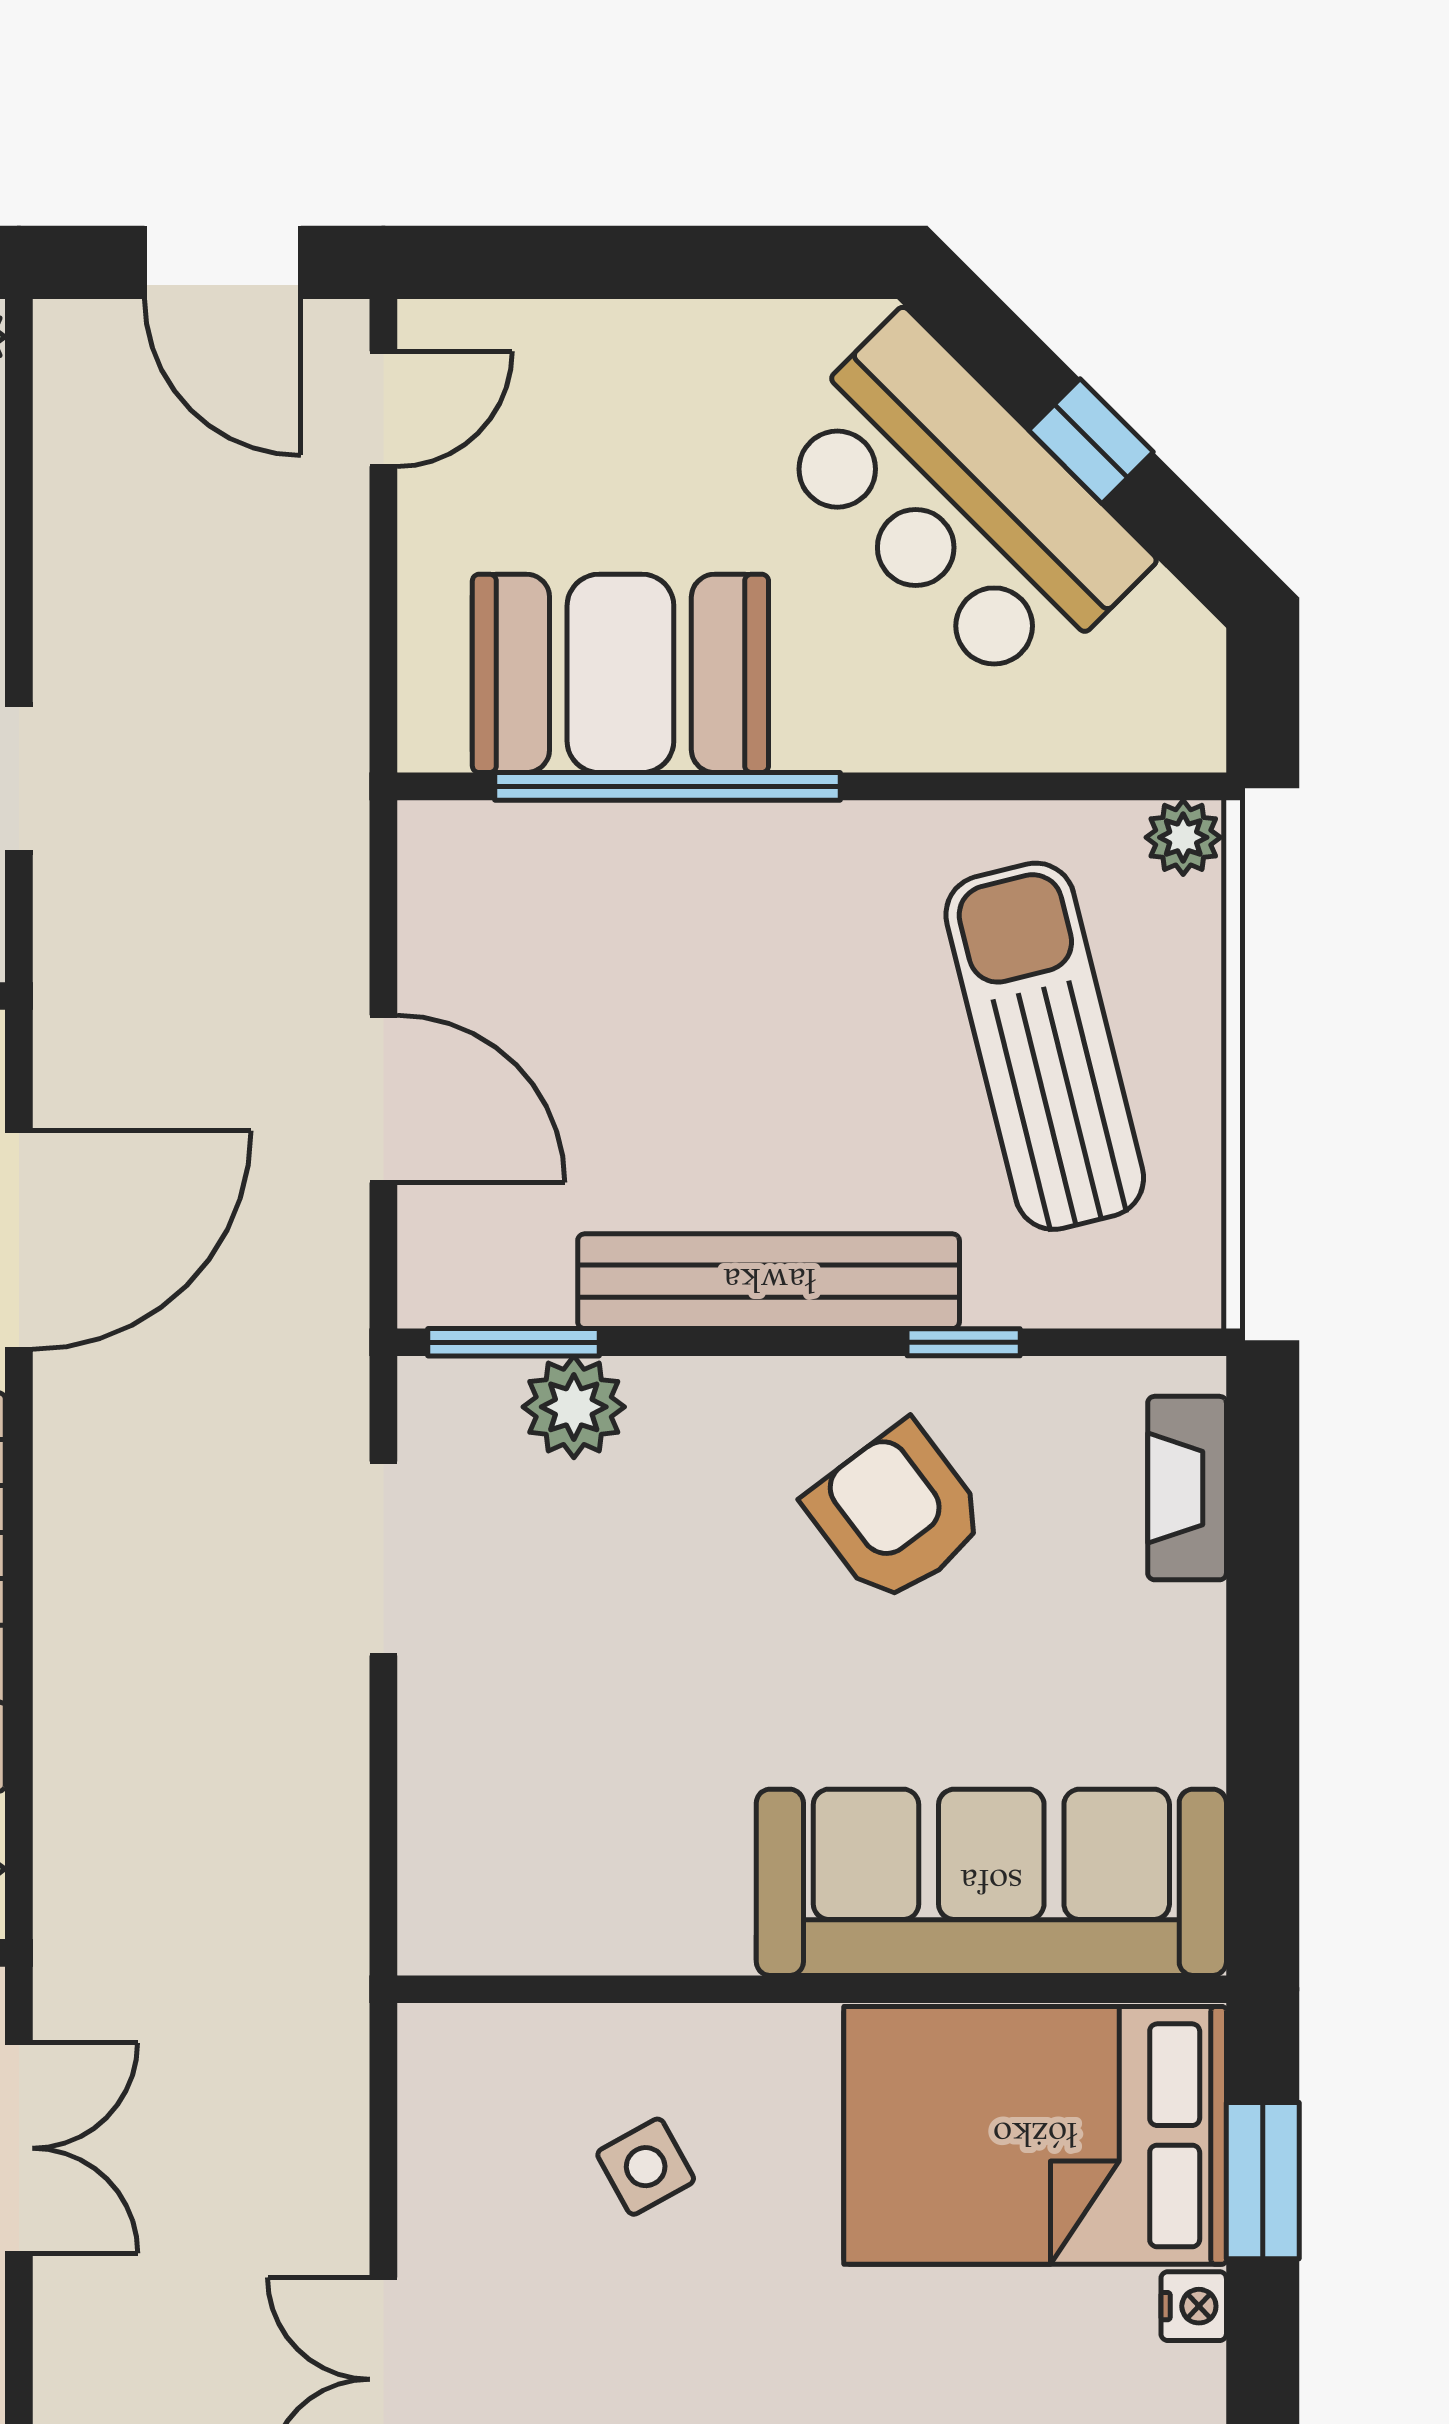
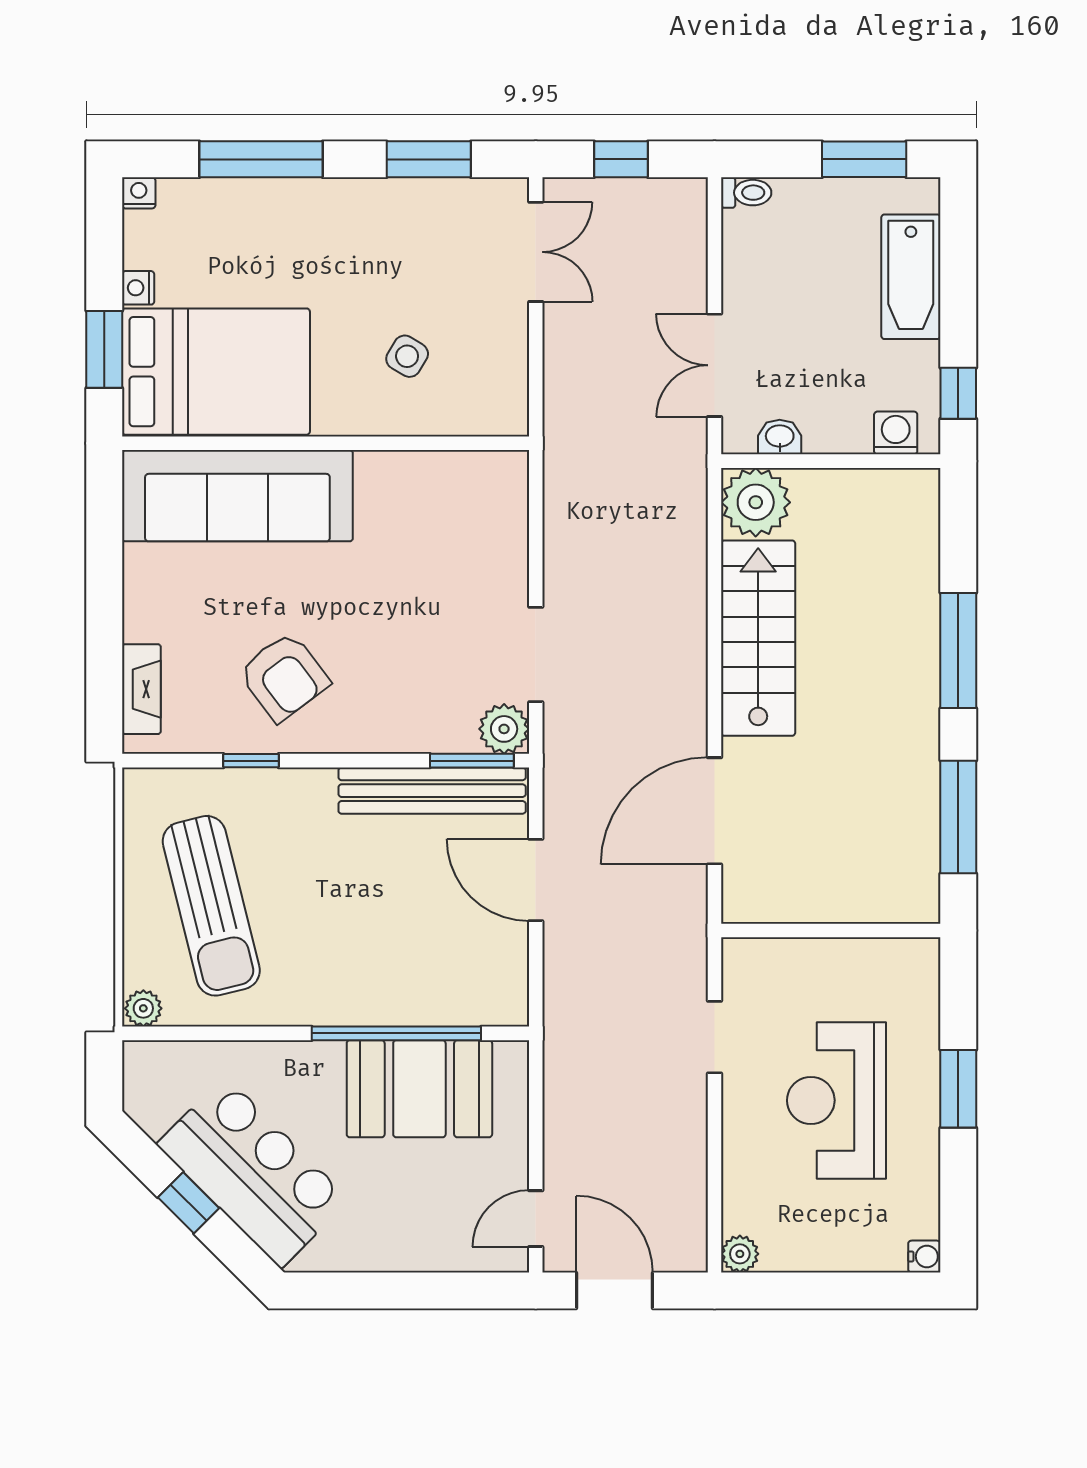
bench: (769, 1281) -> (432, 791), moved
plant: (574, 1407) -> (504, 729), moved
side table: (646, 2167) -> (407, 356), turned -30

